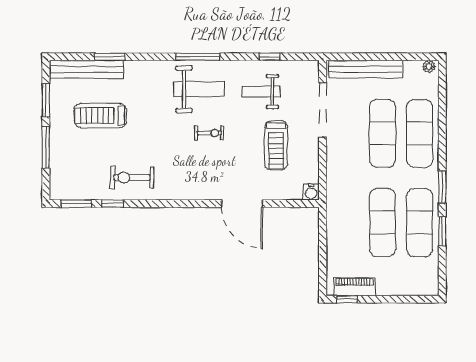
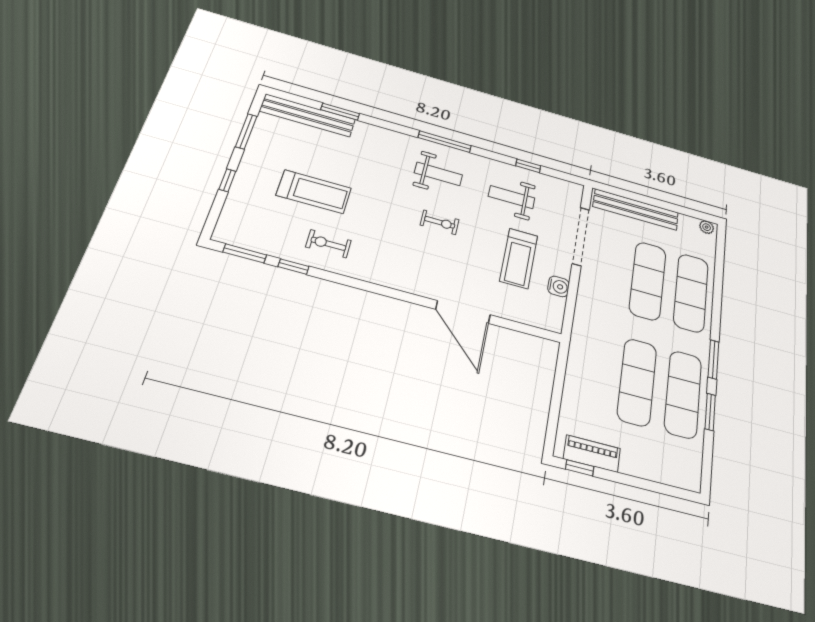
weight bench: (199, 89) -> (438, 174), width x0.73, depth x0.75
treadmill: (100, 115) -> (314, 192), moved, turned 180
window: (46, 148) -> (227, 180), width x0.46
exercise bike: (132, 177) -> (328, 244), width x0.73, depth x0.72
water cooler: (311, 192) -> (559, 286), moved, turned -90

